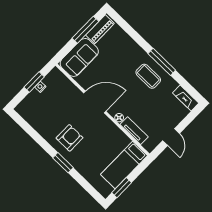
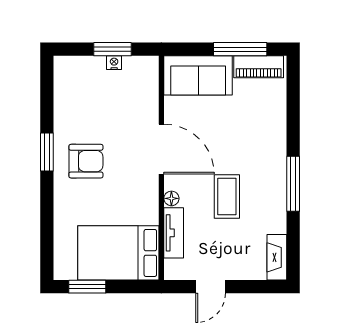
coffee table: (148, 76) -> (227, 196), moved
window: (63, 163) -> (47, 152), moved
bed: (124, 165) -> (118, 253), width x1.50

